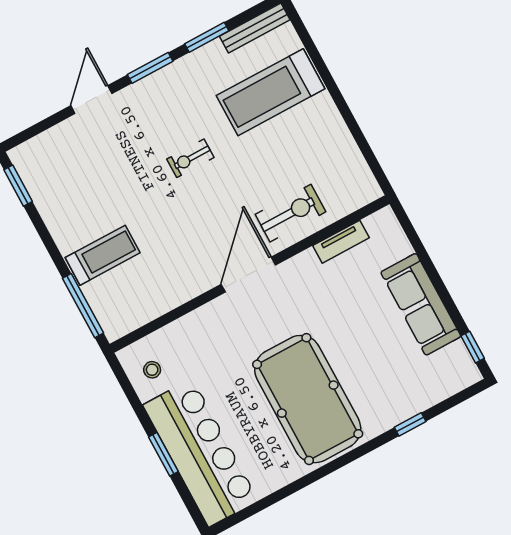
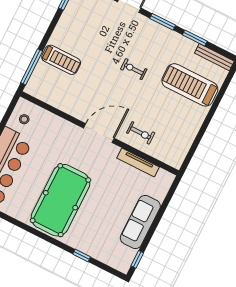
exercise bike: (290, 213) -> (141, 133), width x0.73, depth x0.72
tv unit: (341, 242) -> (138, 162), width x1.41

